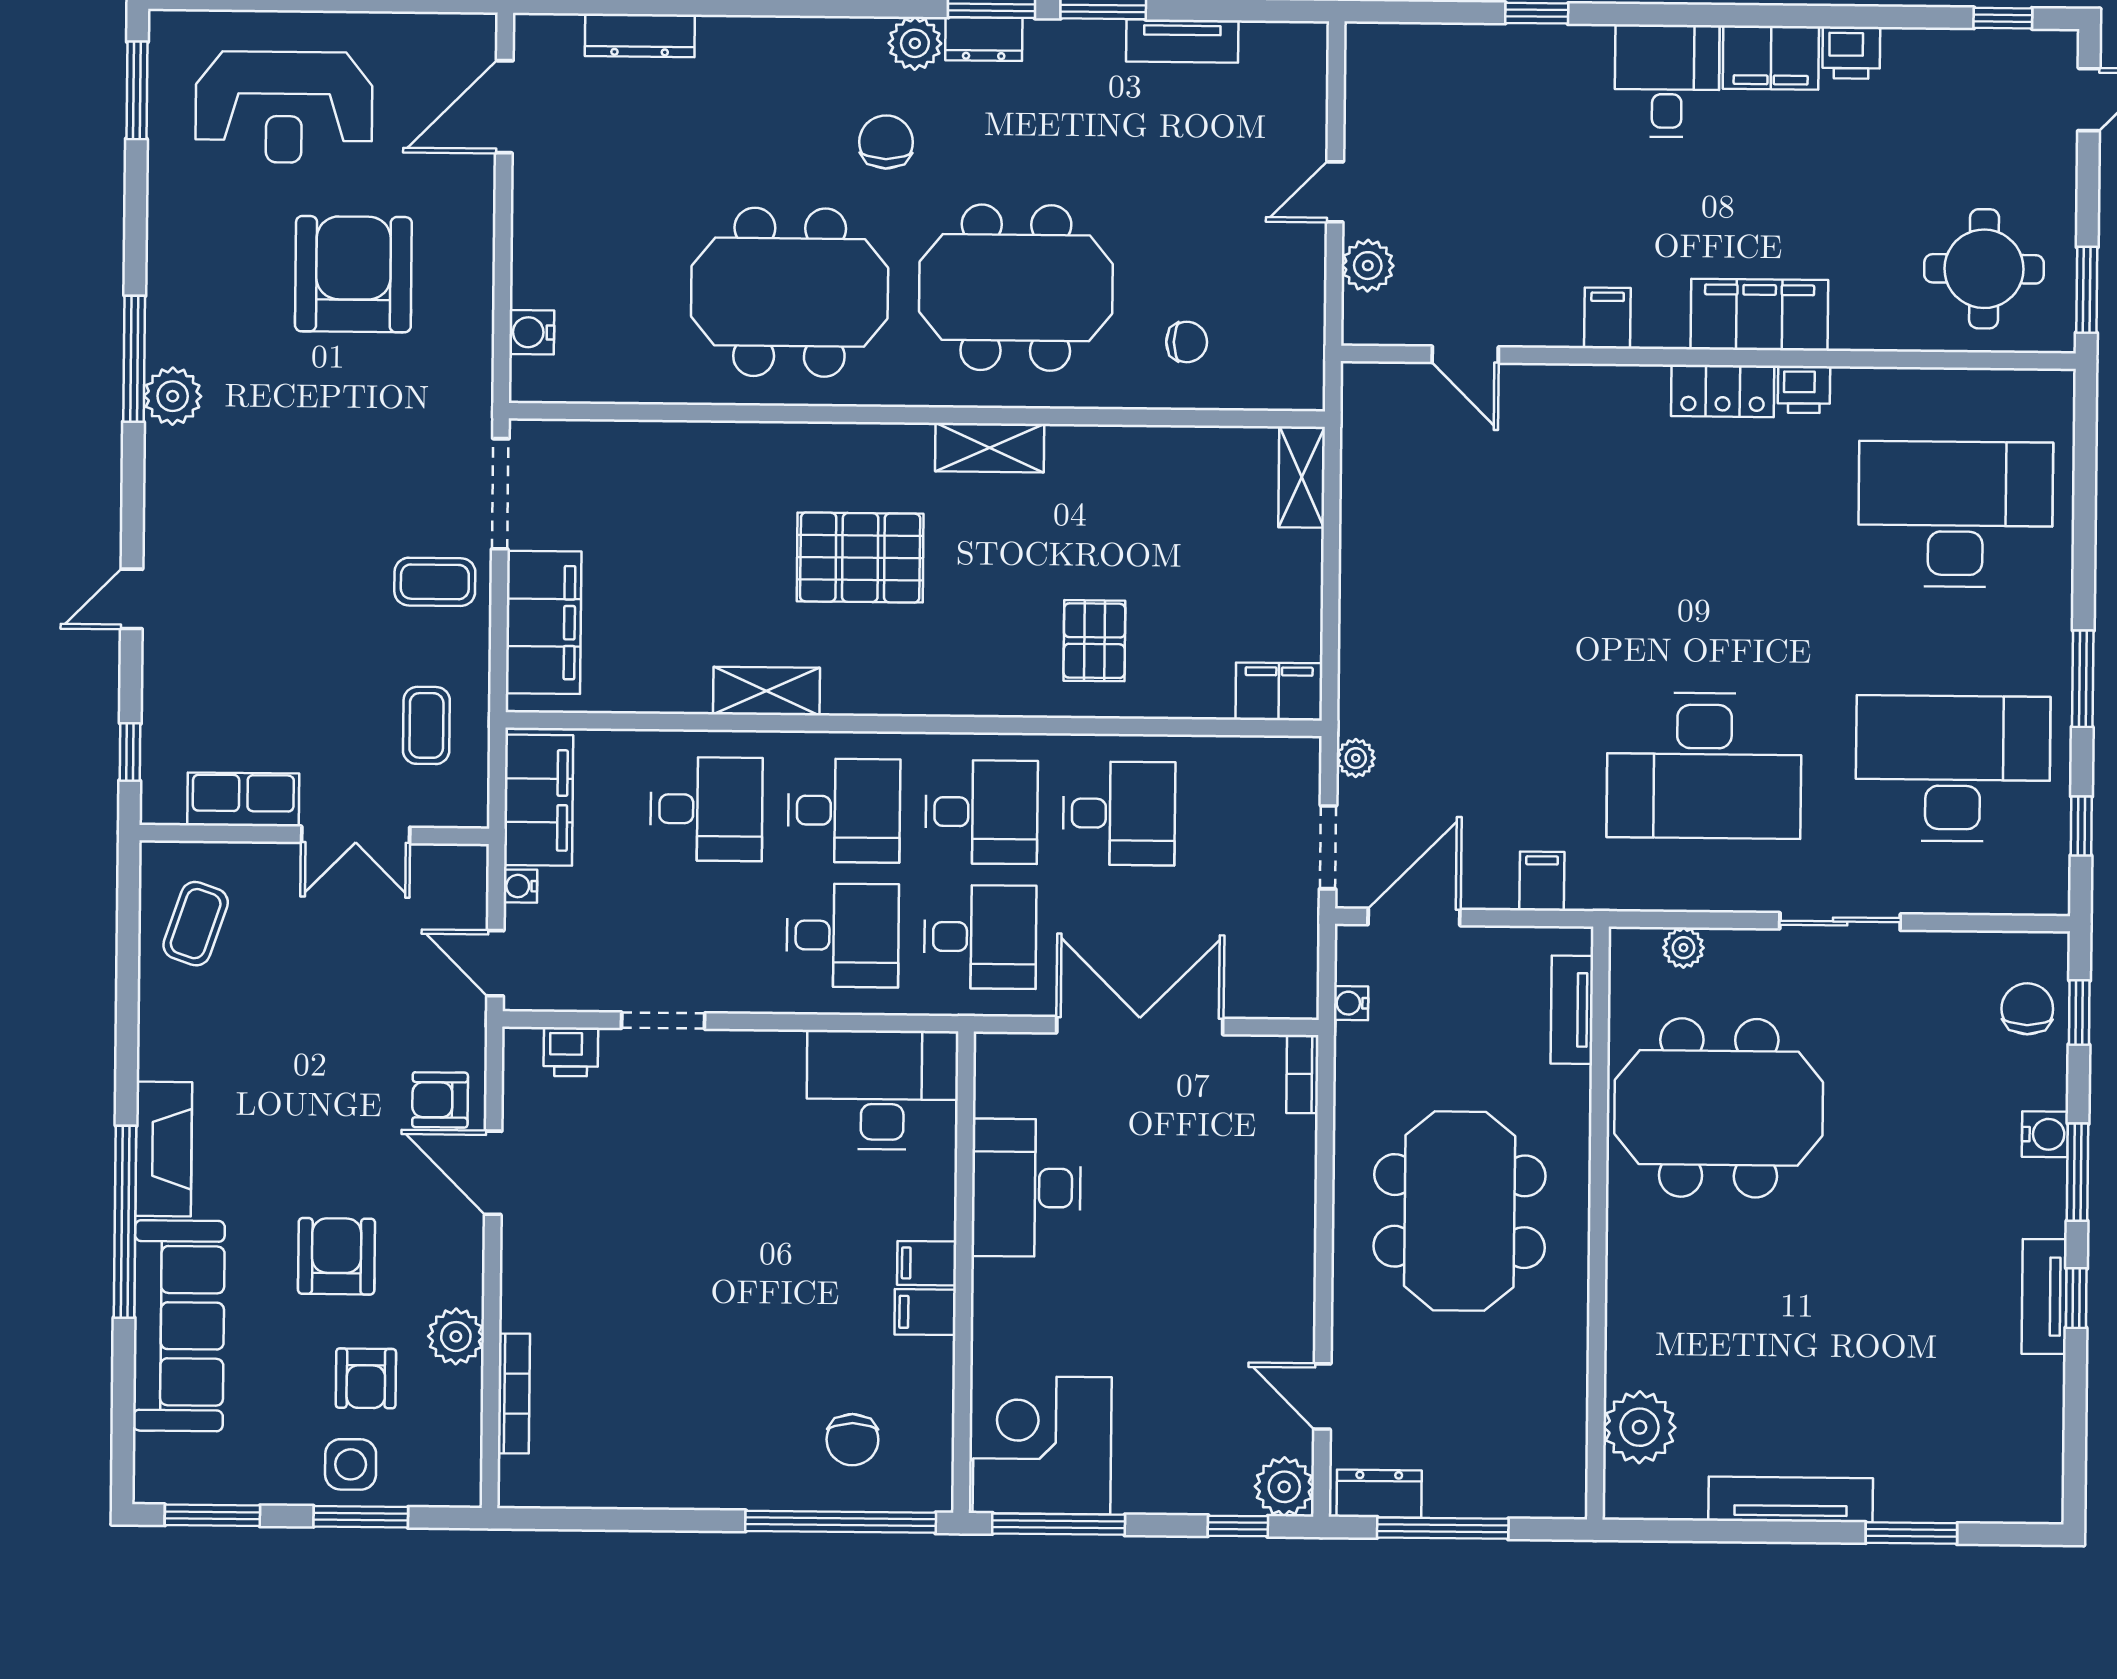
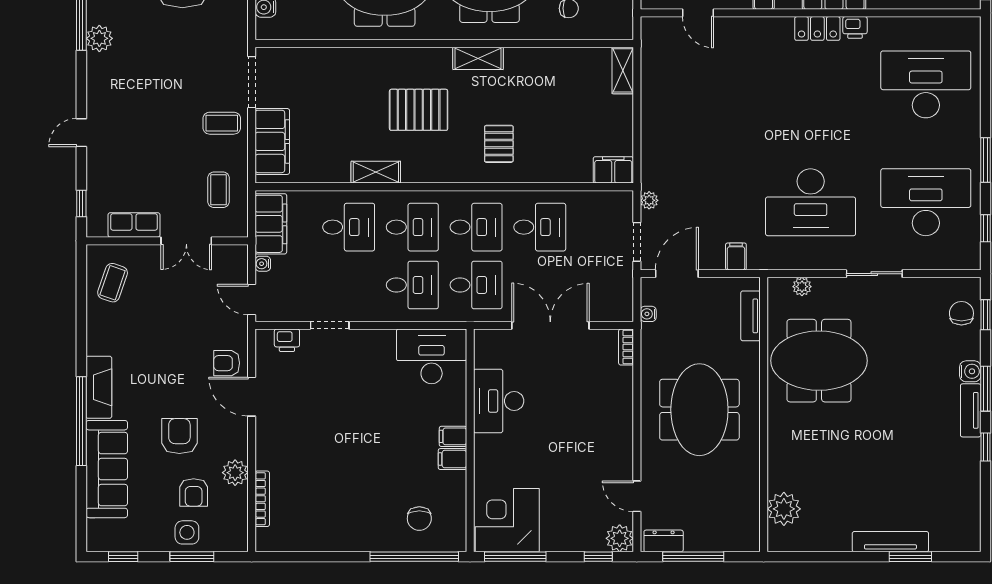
pallet: (1094, 641) -> (499, 144), moved
tv unit: (2044, 1296) -> (971, 410), moved
tv unit: (1791, 1499) -> (890, 542), moved
window: (212, 1515) -> (123, 557), width x0.67

